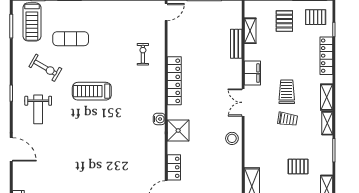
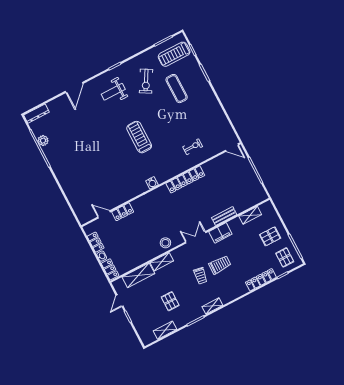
bench: (236, 44) -> (224, 216), moved
treadmill: (92, 91) -> (139, 137), moved
shelving: (327, 97) -> (162, 262), moved
shower: (178, 131) -> (151, 201), removed

